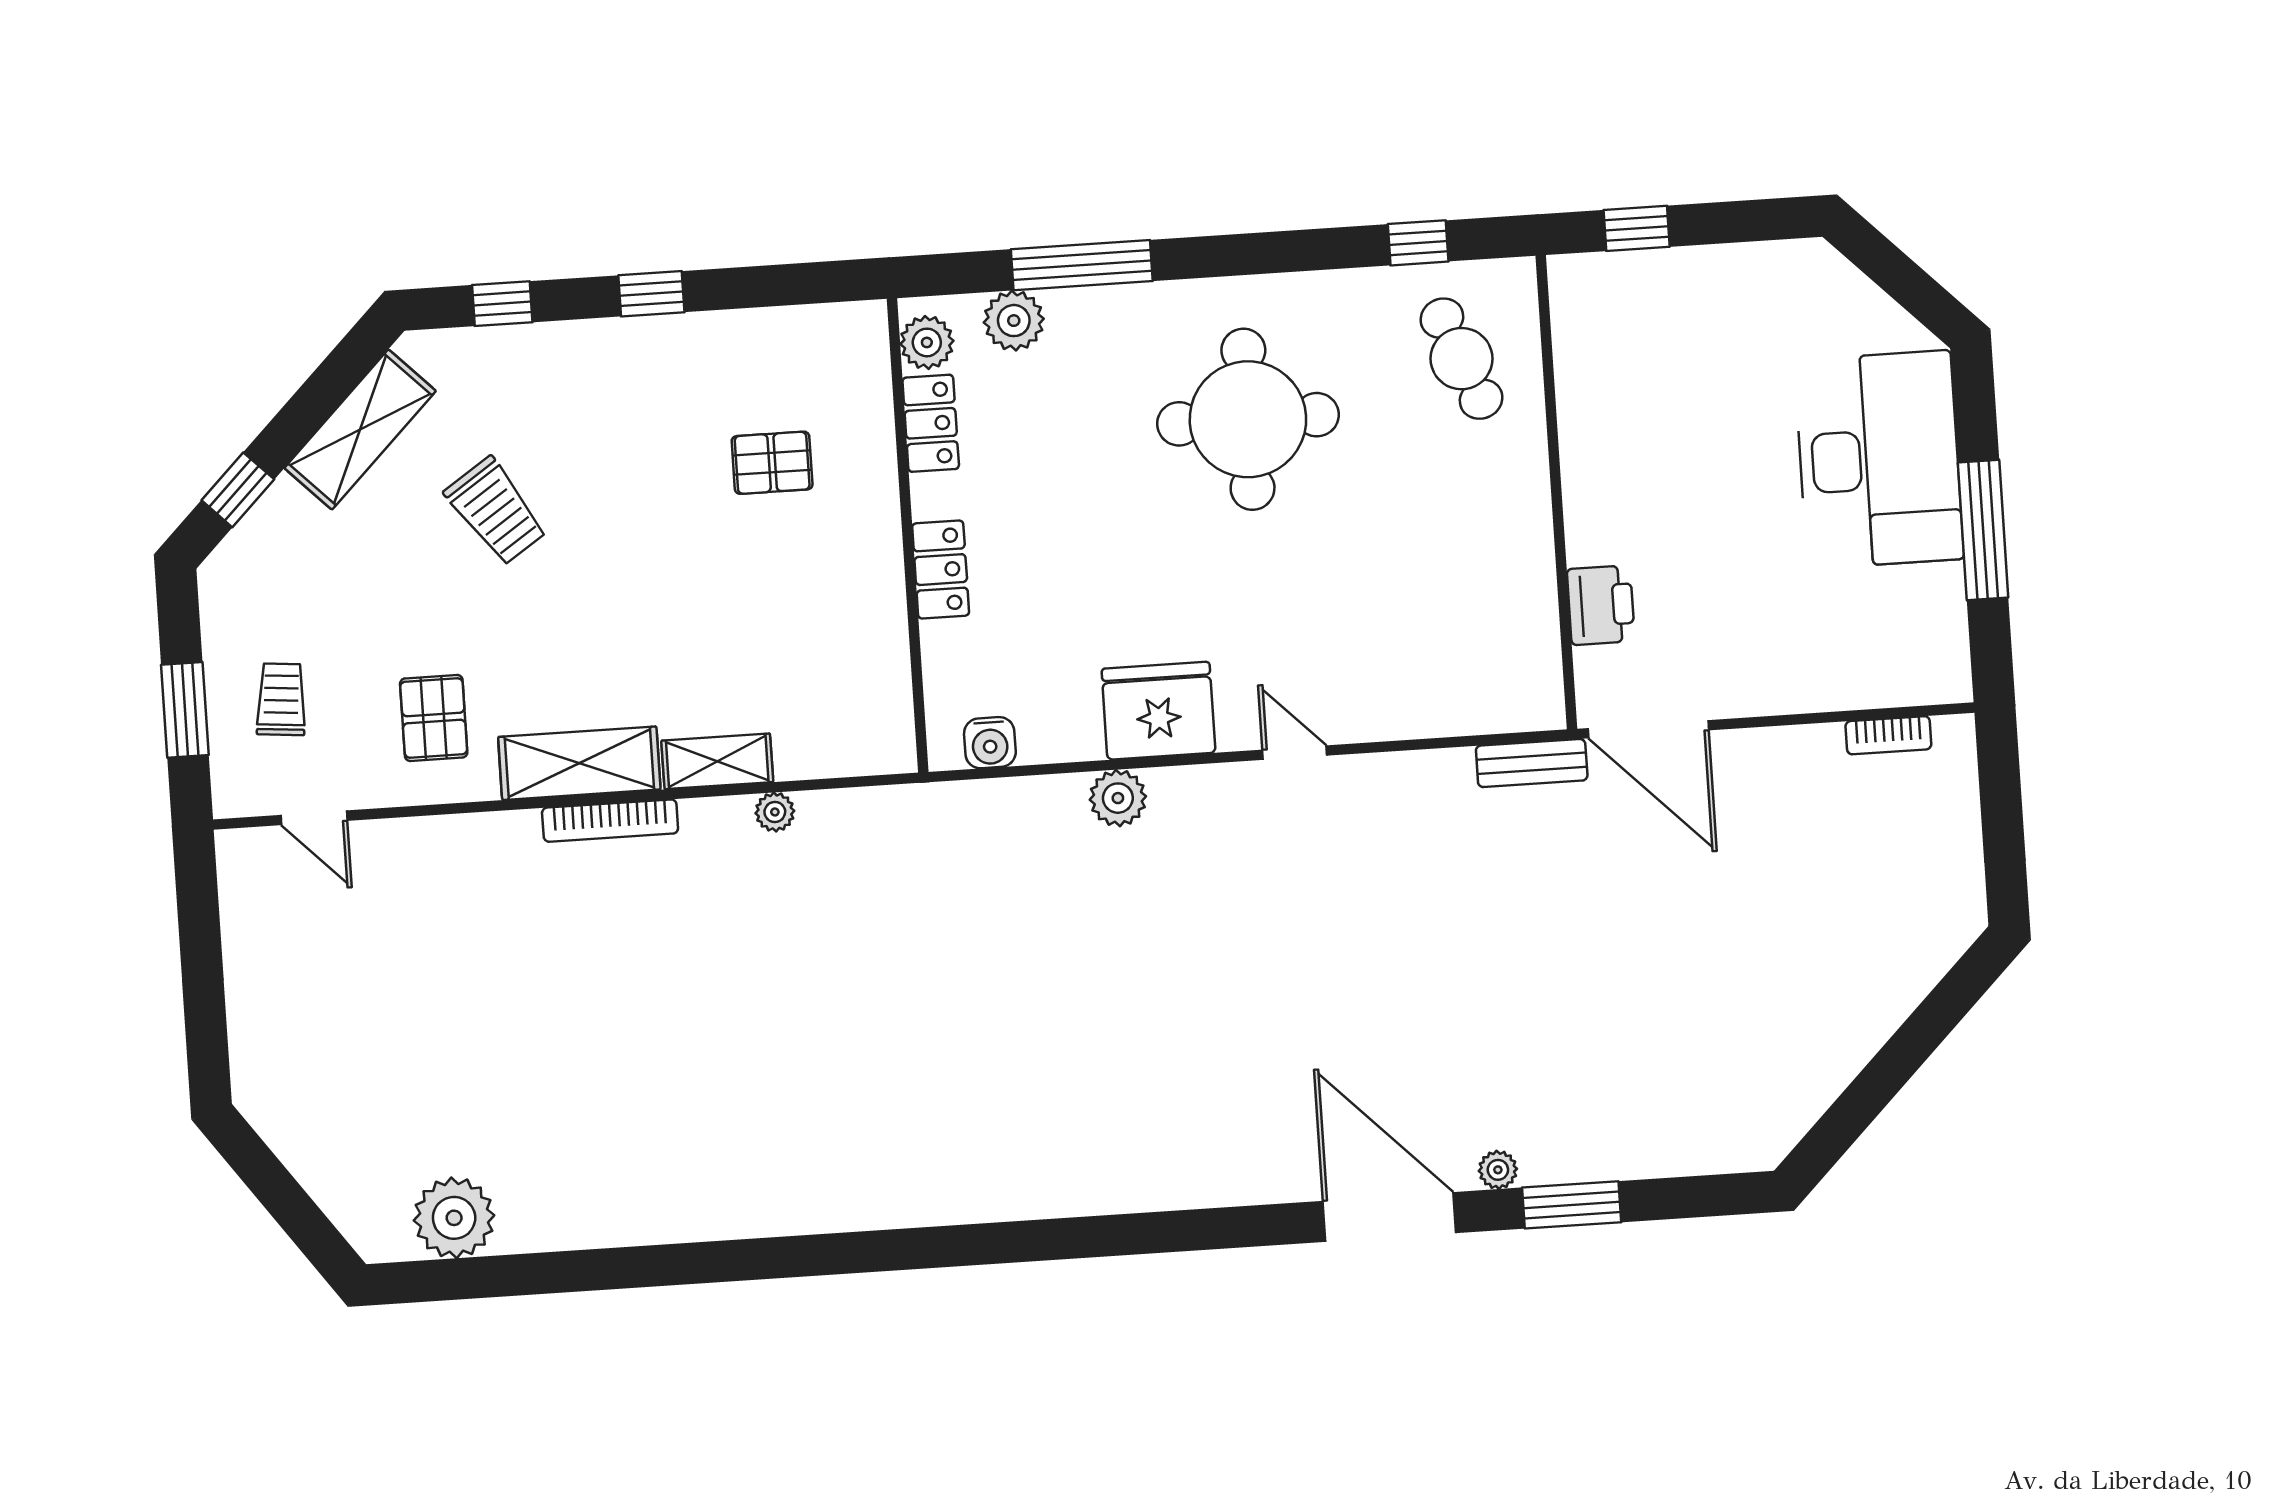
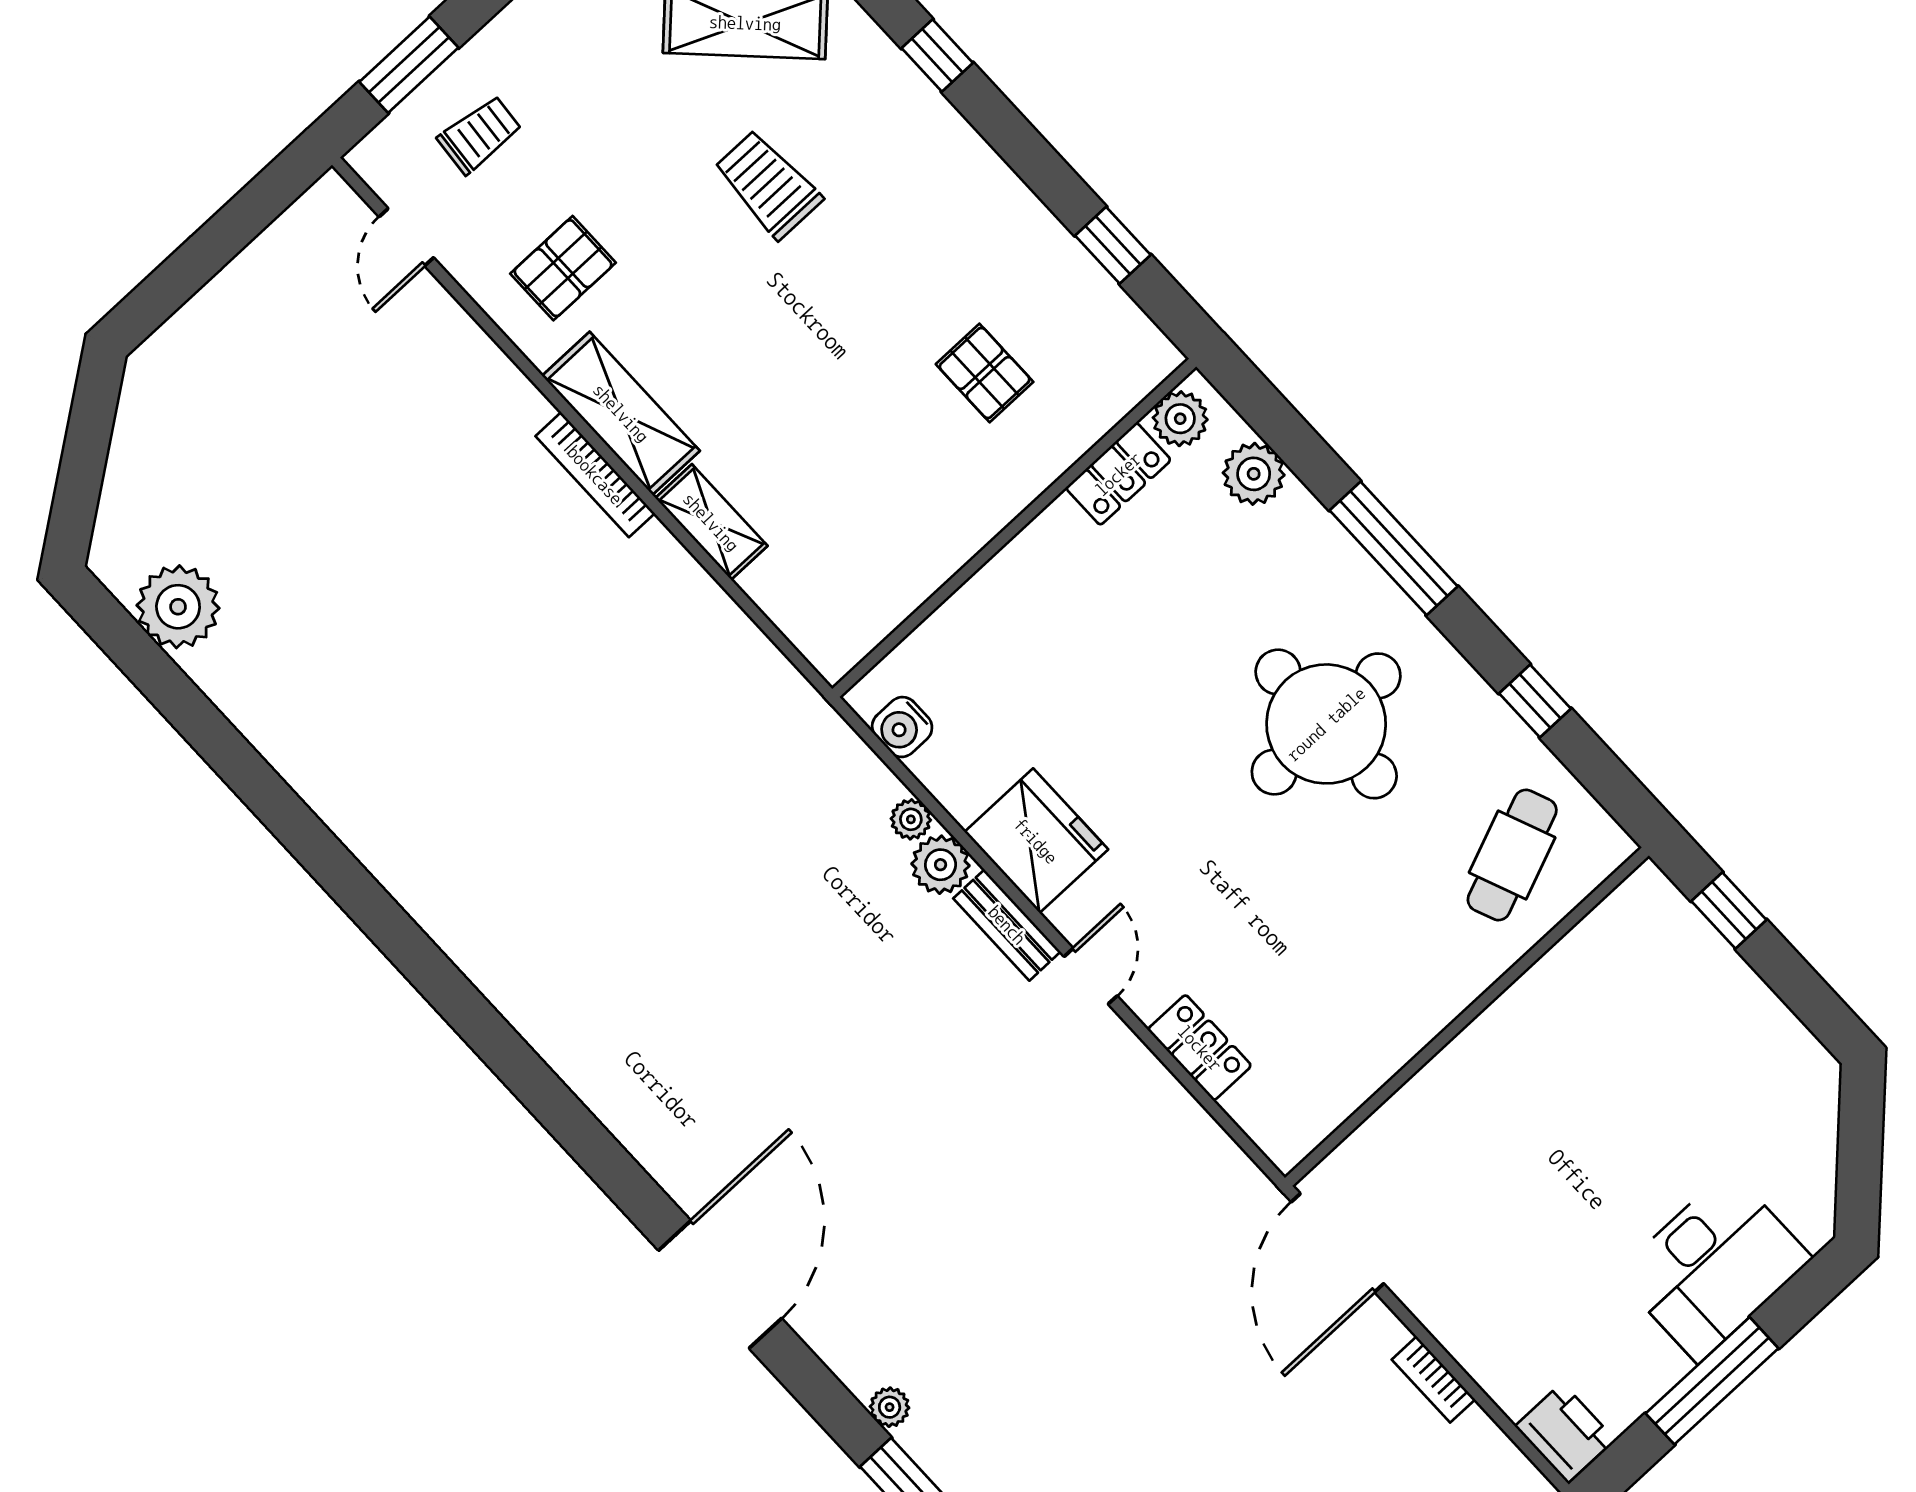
window: (1418, 243) -> (1535, 701), moved
window: (1082, 265) -> (1394, 548), moved
window: (651, 294) -> (1113, 245), moved
desk: (1879, 460) -> (1714, 1266), width x0.73, depth x0.77
trolley: (496, 511) -> (768, 184), turned 124
locker: (941, 570) -> (1200, 1048), moved, turned -90
printer: (1601, 605) -> (1565, 1433), moved, turned -90
bookcase: (1888, 735) -> (1433, 1379), moved
bench: (1532, 763) -> (1007, 925), moved
plant: (775, 812) -> (911, 819), moved
door: (1389, 1217) -> (720, 1284), moved

